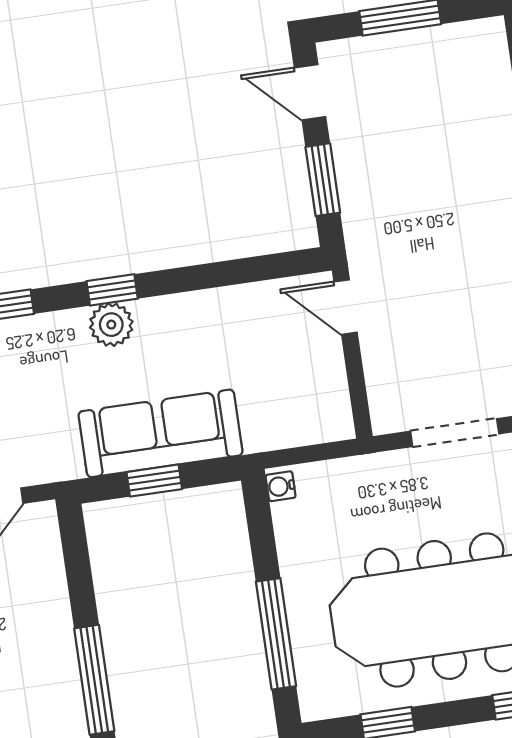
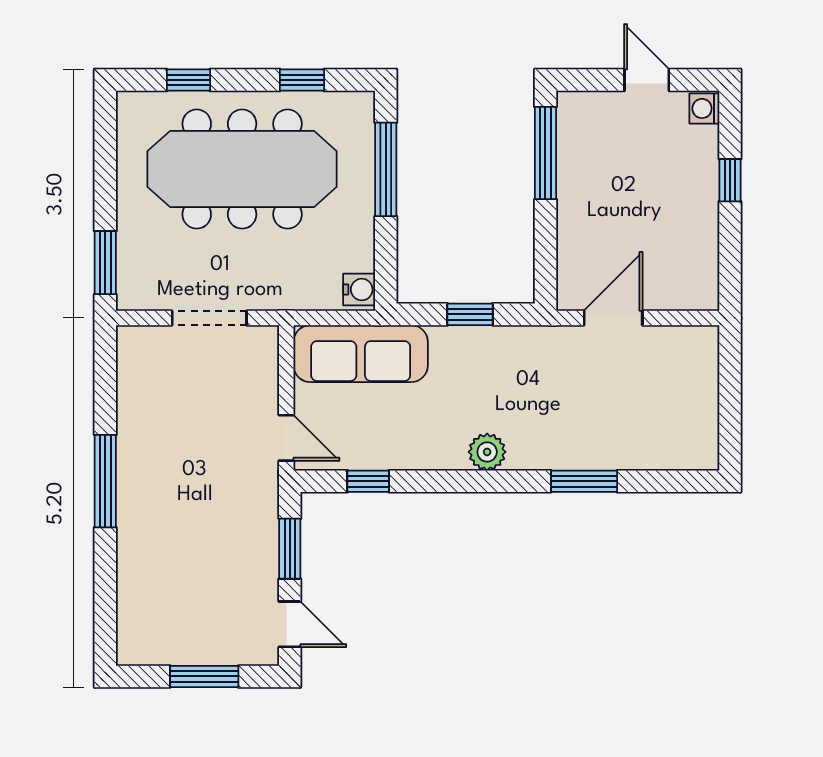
window: (112, 290) -> (368, 481), moved
sofa: (160, 433) -> (361, 354), moved
water cooler: (281, 486) -> (359, 290), width x1.38, depth x1.38

